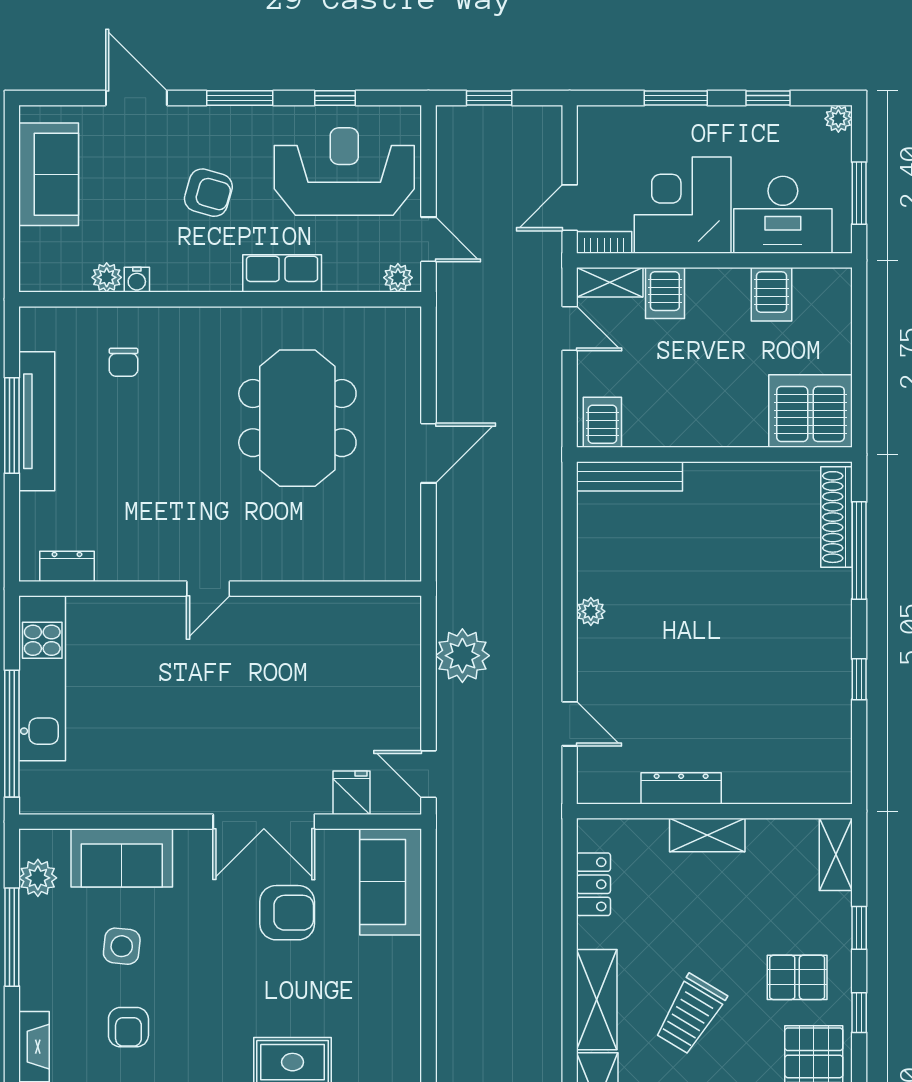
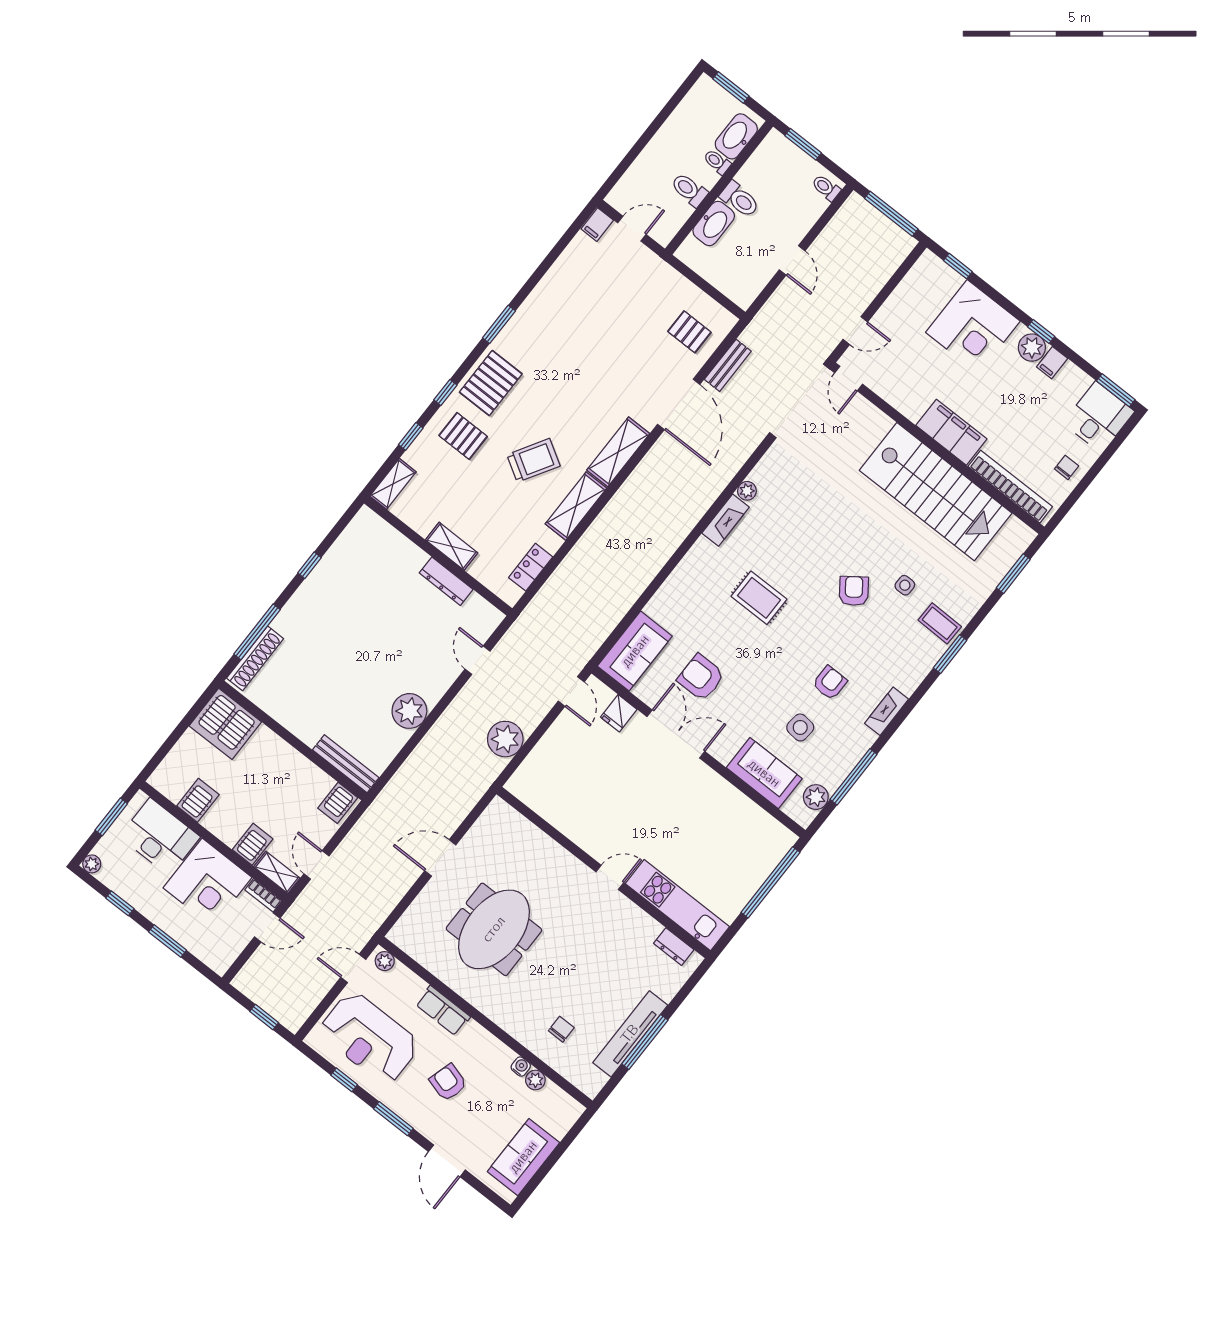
door: (428, 239) -> (353, 968), hinge flipped
plant: (591, 611) -> (409, 711), width x1.88, depth x1.88
kitchen unit: (42, 678) -> (677, 905), moved, turned 90

